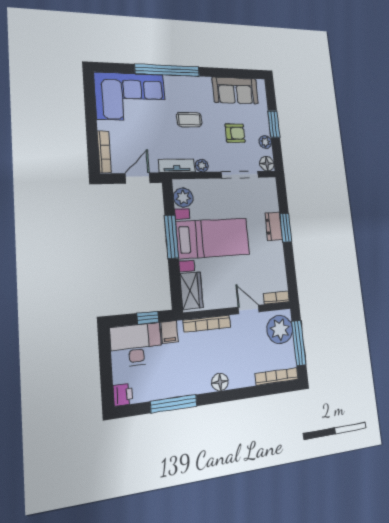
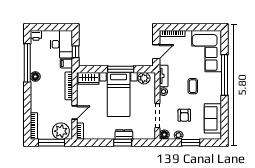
door: (138, 178) -> (156, 52), hinge flipped
floor lamp: (220, 382) -> (35, 77), moved
window: (174, 404) -> (27, 63), width x1.46

